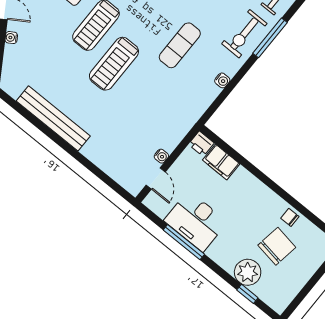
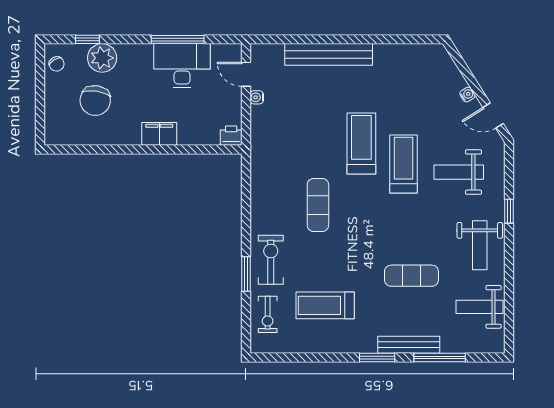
window: (270, 38) -> (246, 274), width x0.69
water cooler: (222, 80) -> (257, 204), removed
bench: (53, 118) -> (329, 54), moved
filing cabinet: (221, 162) -> (159, 134), moved
chair: (290, 217) -> (57, 64), moved, turned 59

